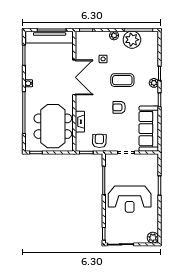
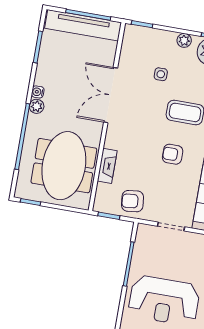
double door: (74, 77) -> (111, 95), swing flipped
plant: (30, 92) -> (37, 106), added
armchair: (99, 141) -> (133, 201), turned -97

